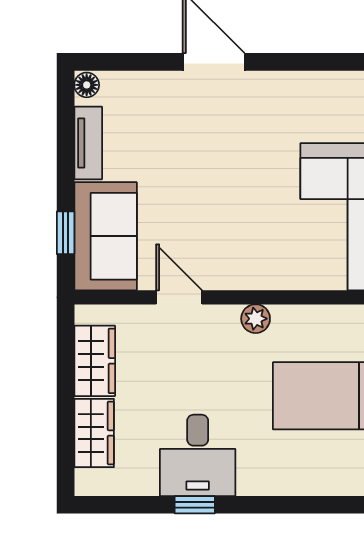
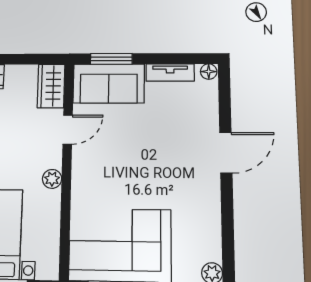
window: (66, 233) -> (111, 59), width x1.50
wardrobe: (95, 361) -> (51, 86), moved, turned 90

